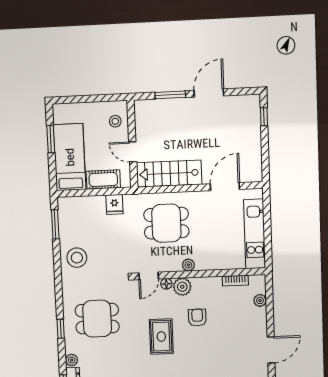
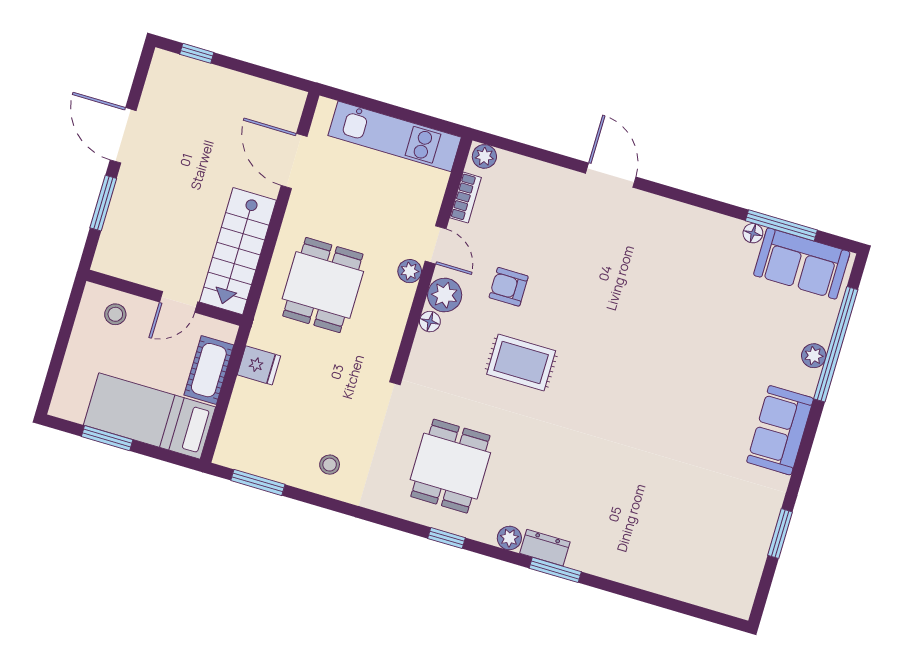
stool: (77, 258) -> (330, 465), width x0.53, depth x0.53
door: (149, 276) -> (436, 245), moved
plant: (260, 300) -> (484, 156), moved

